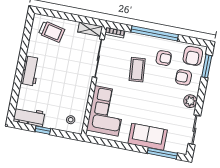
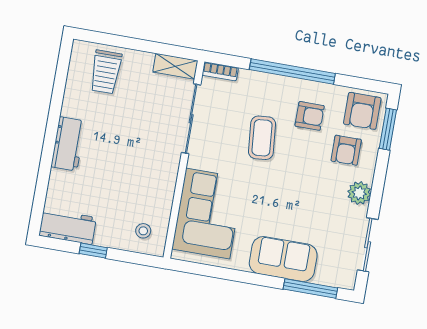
trolley: (52, 32) -> (106, 72), turned 78
armchair: (184, 77) -> (346, 150), turned -90

